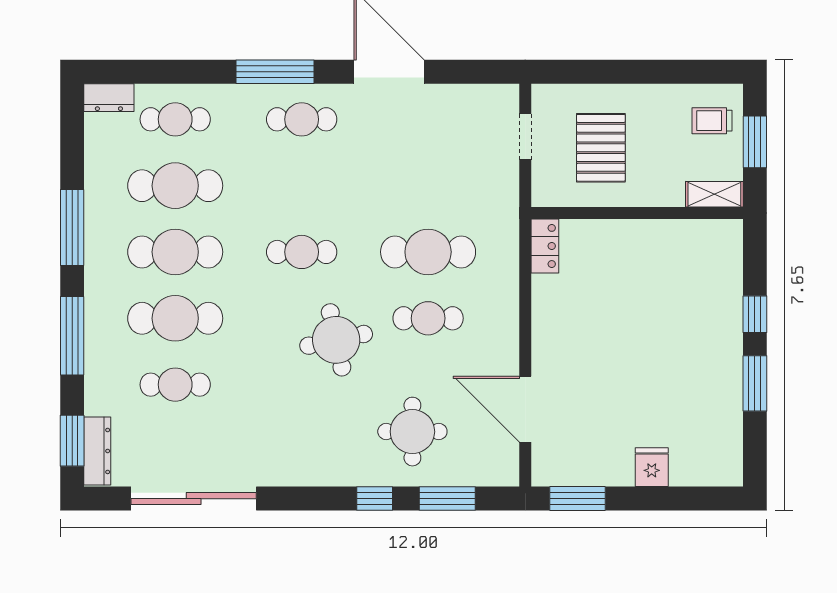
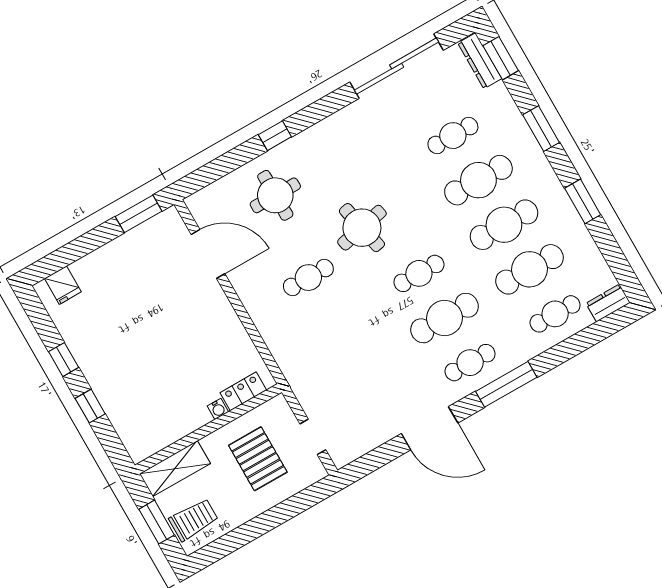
trolley: (712, 121) -> (194, 520), width x1.36, depth x1.39
shelving: (714, 194) -> (175, 469), width x1.50, depth x1.33
window: (72, 228) -> (583, 201), width x0.69
water cooler: (614, 229) -> (218, 409), added
locker: (545, 246) -> (243, 391), moved, turned 90
cafe table: (428, 252) -> (444, 318), moved
window: (72, 336) -> (541, 129), width x0.69
window: (755, 383) -> (64, 360), width x0.67
fridge: (652, 467) -> (63, 285), moved
window: (447, 499) -> (226, 164), removed

